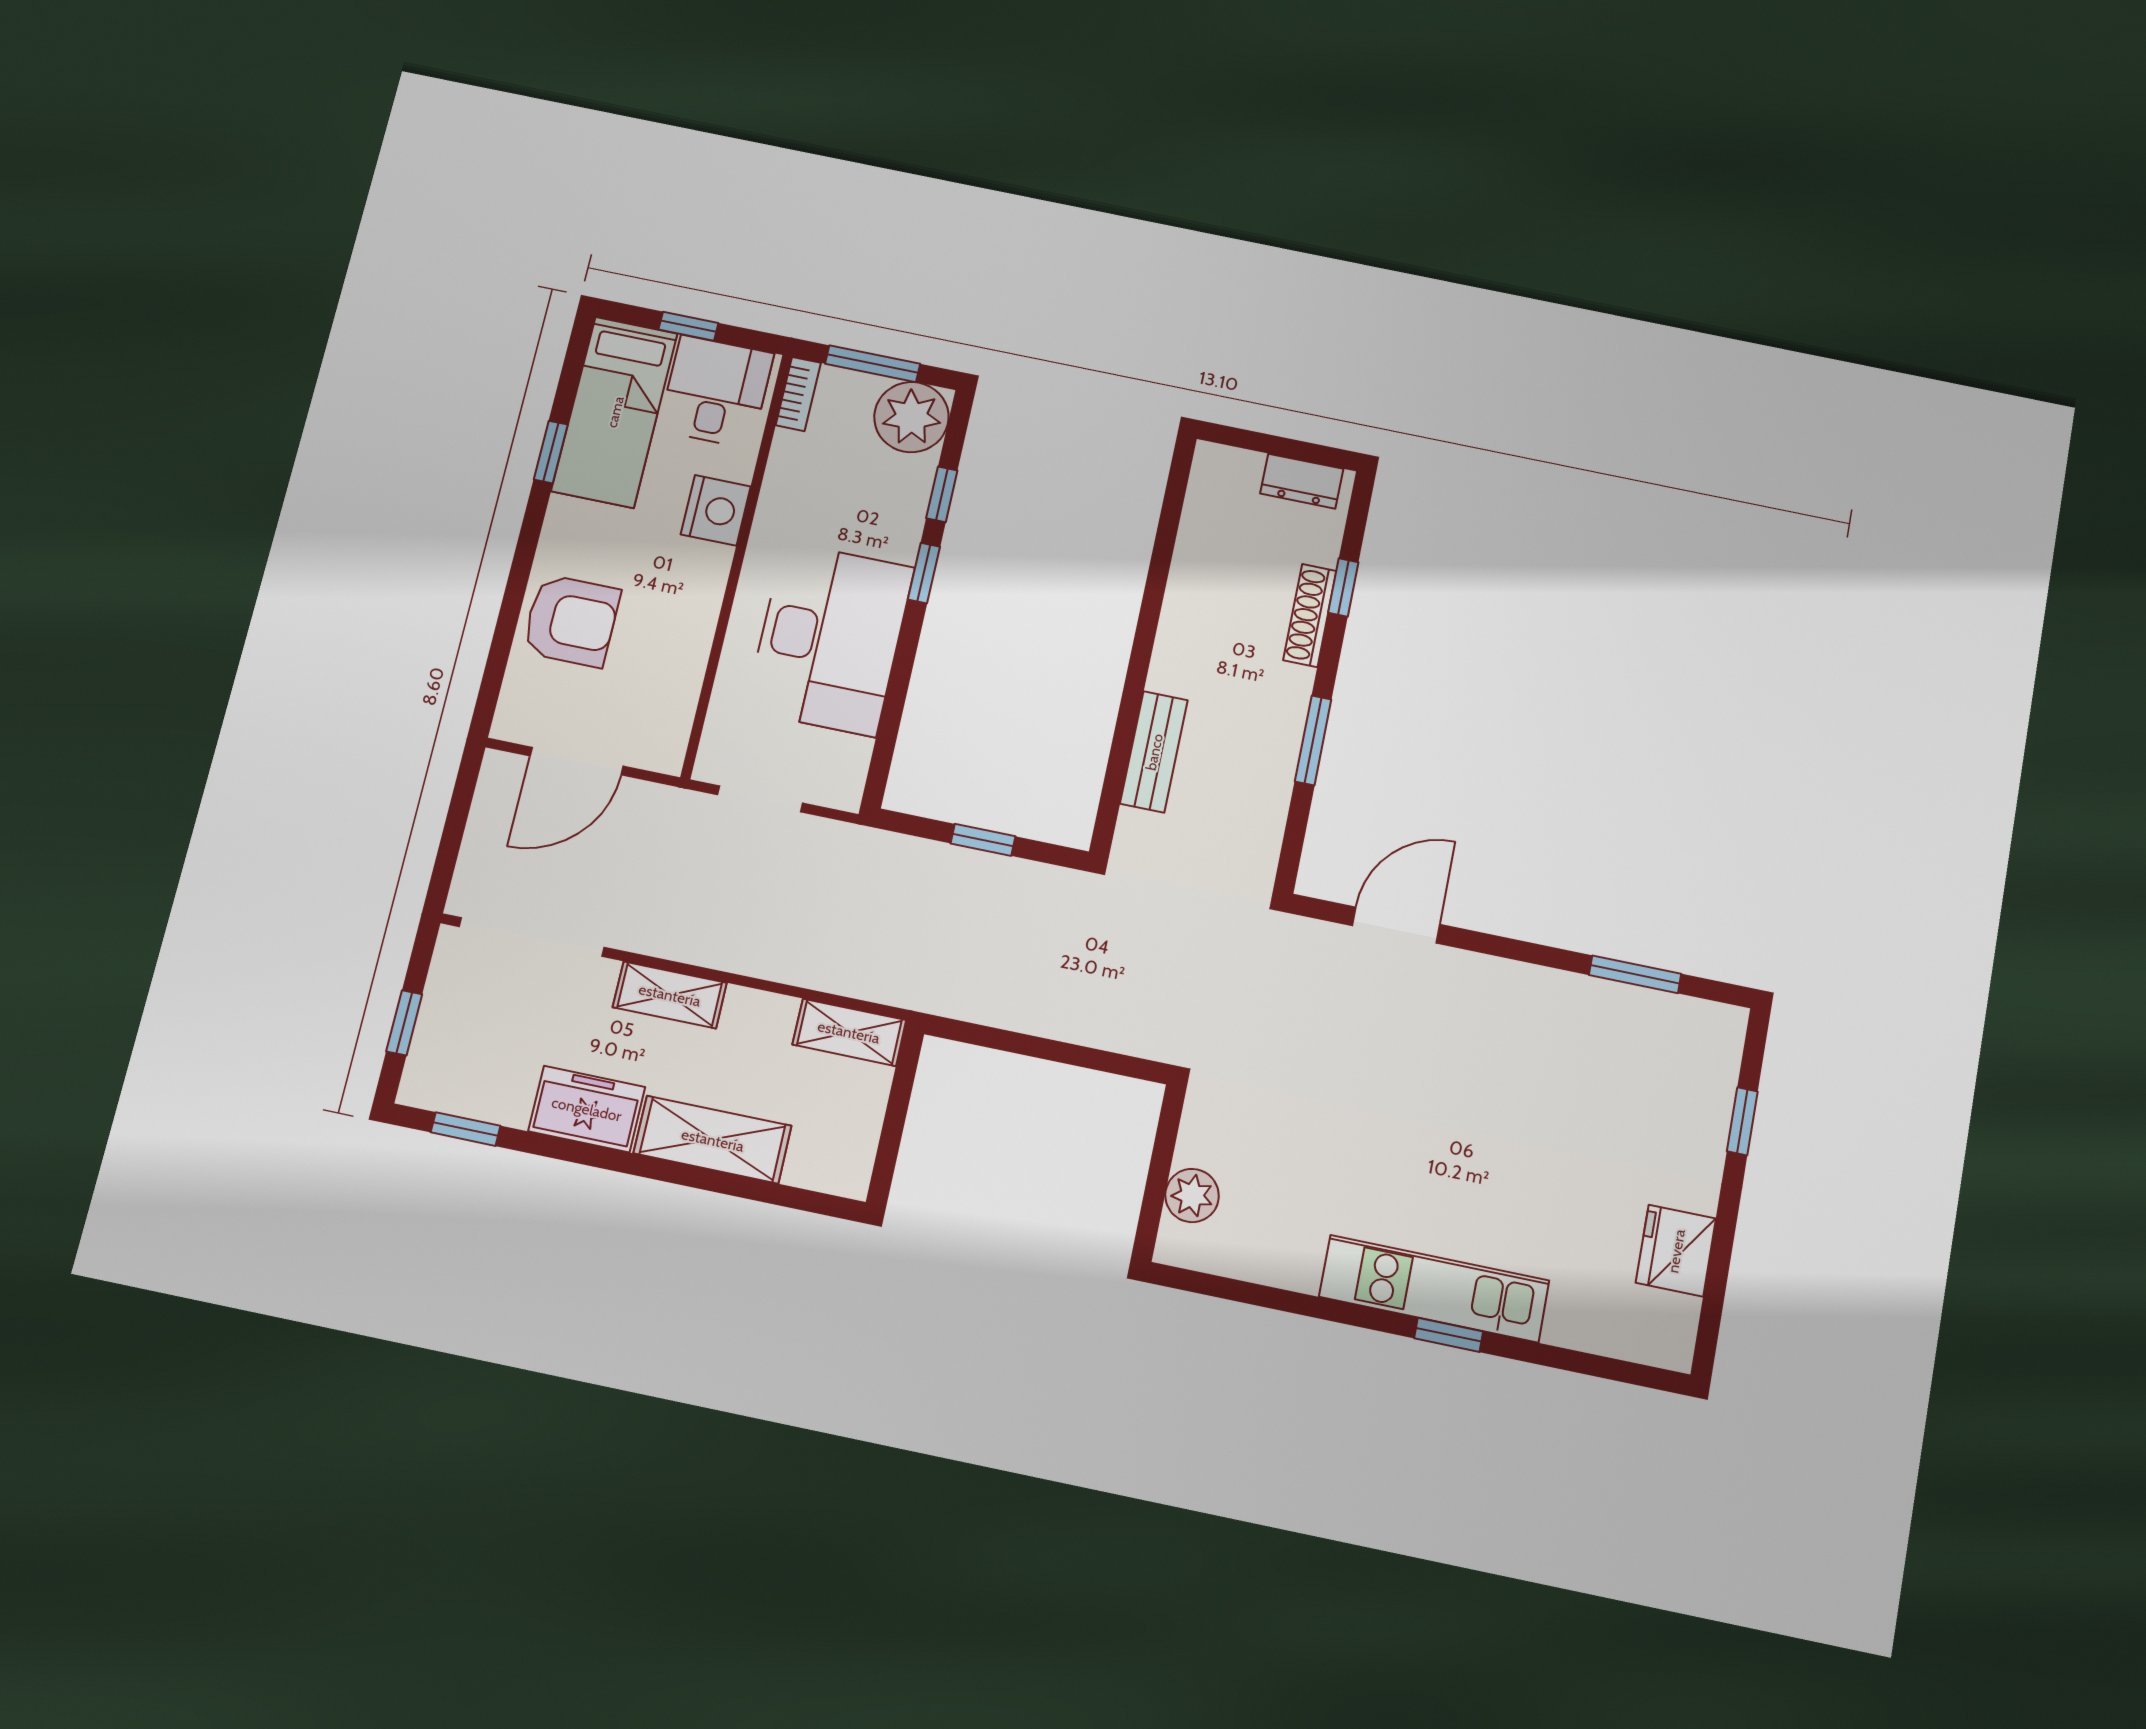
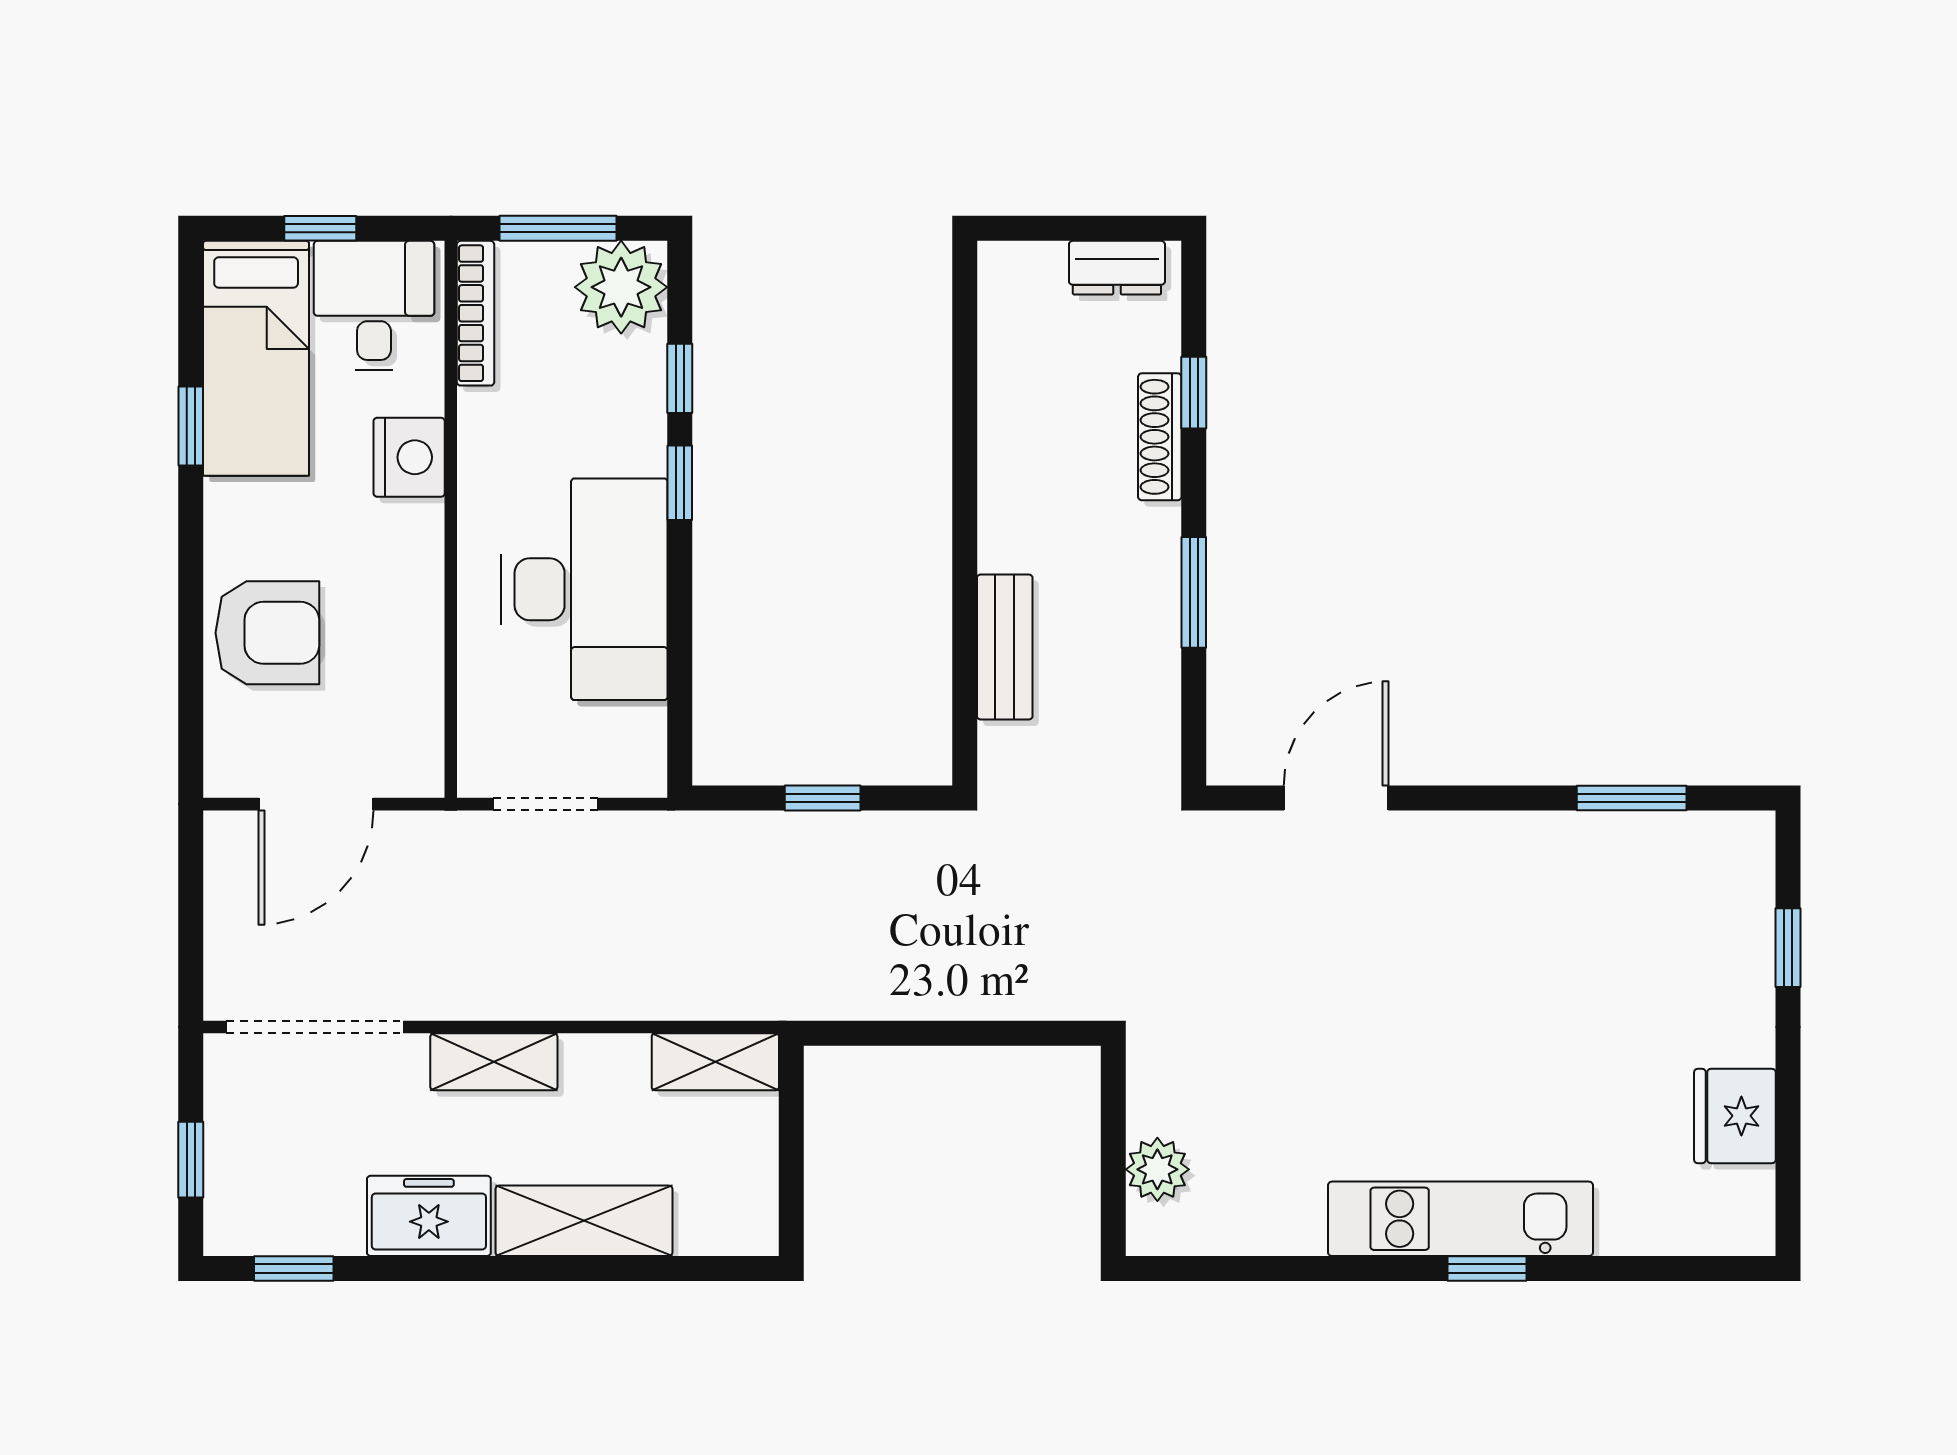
bookcase: (798, 394) -> (476, 313), width x1.56

